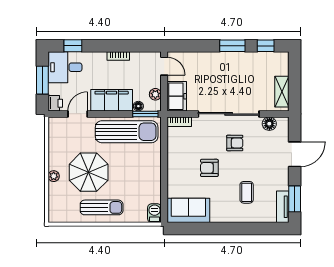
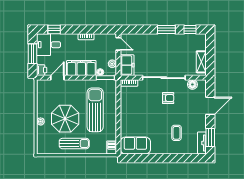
sun lounger: (127, 132) -> (95, 110), moved, turned -90
armchair: (209, 168) -> (150, 116), removed

